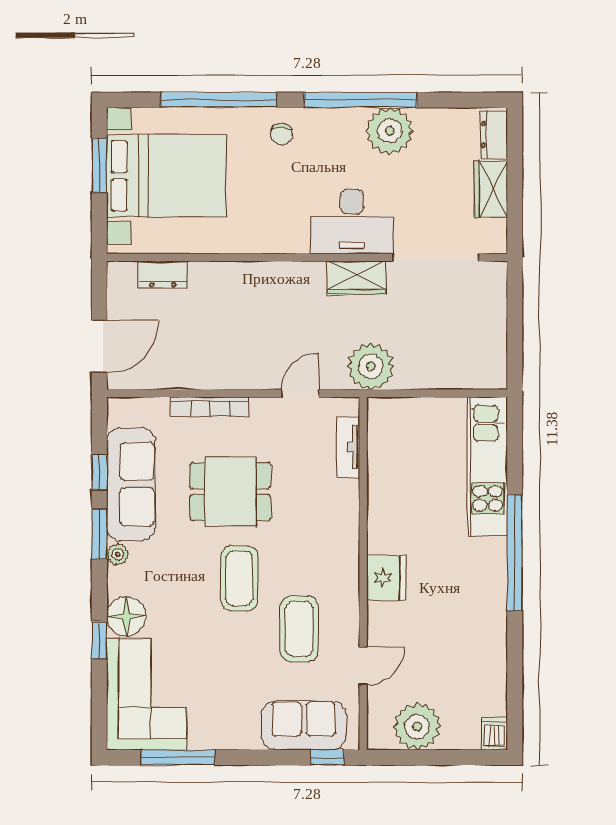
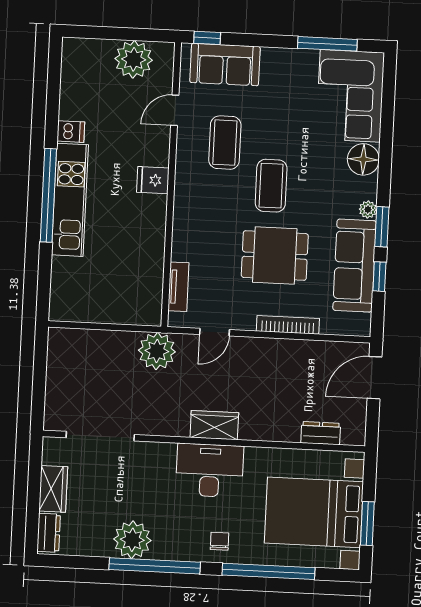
desk: (352, 222) -> (210, 470), moved
wardrobe: (356, 278) -> (214, 425), moved
kitchen unit: (488, 466) -> (70, 200), moved
fridge: (386, 578) -> (153, 180), width x0.72
window: (99, 640) -> (386, 141), removed
dishwasher: (494, 734) -> (71, 132), moved, turned -90

